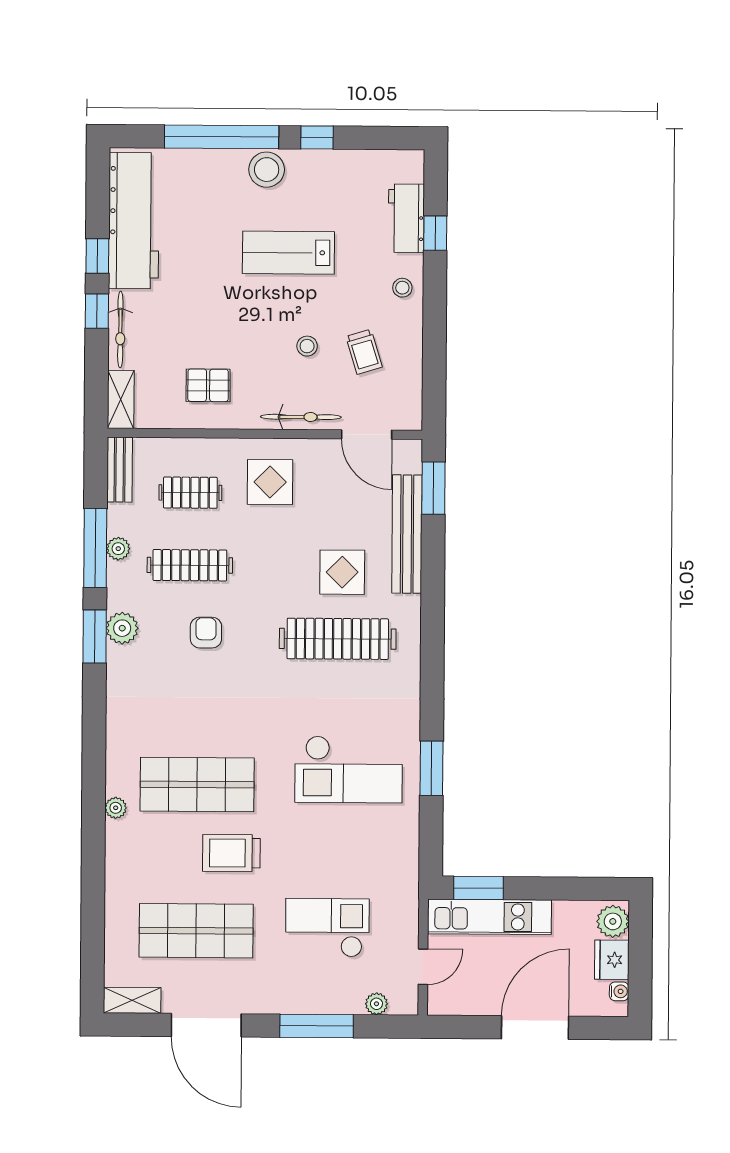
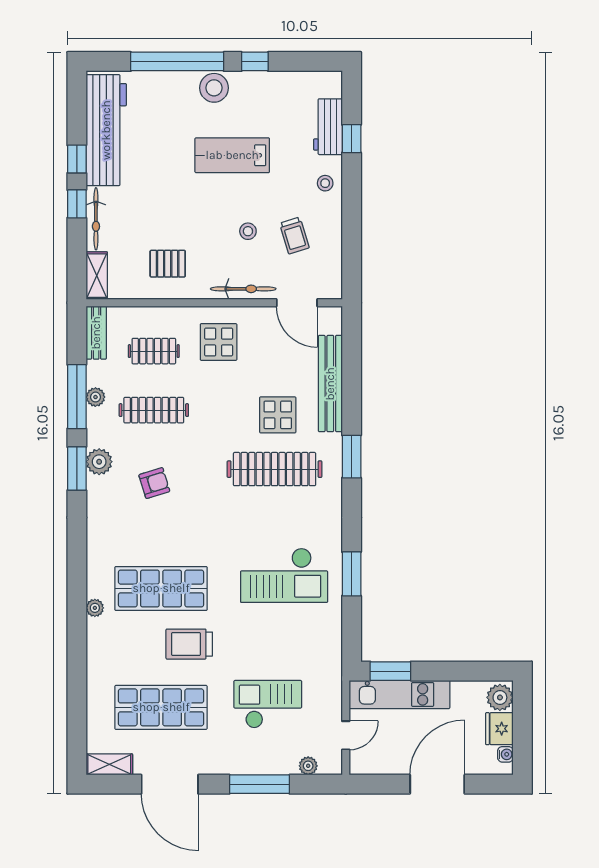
window: (433, 488) -> (352, 457), moved
armchair: (206, 633) -> (154, 483), moved, turned 73

